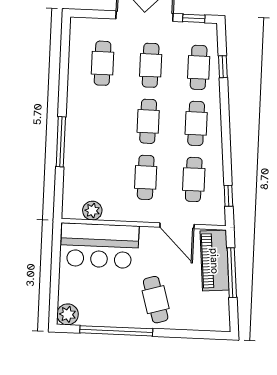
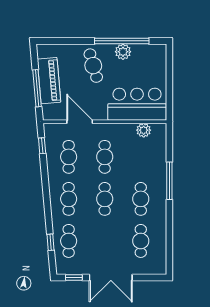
cafe table: (151, 65) -> (141, 199), moved
piano: (214, 261) -> (49, 81), moved
plant: (68, 314) -> (123, 52), moved

